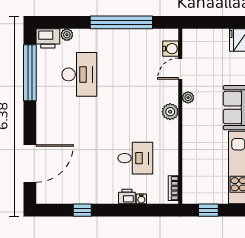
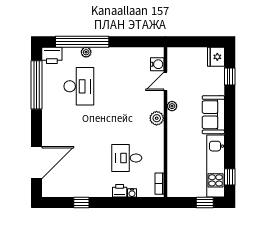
window: (121, 22) -> (82, 42), moved
plant: (67, 35) -> (86, 52), moved
desk: (135, 158) -> (127, 158), turned 180
window: (208, 210) -> (205, 203), moved

